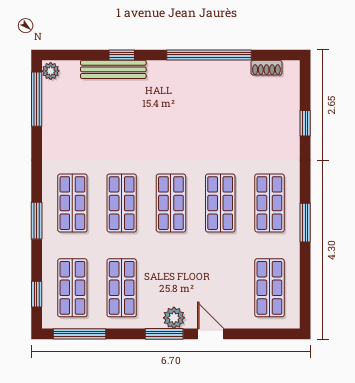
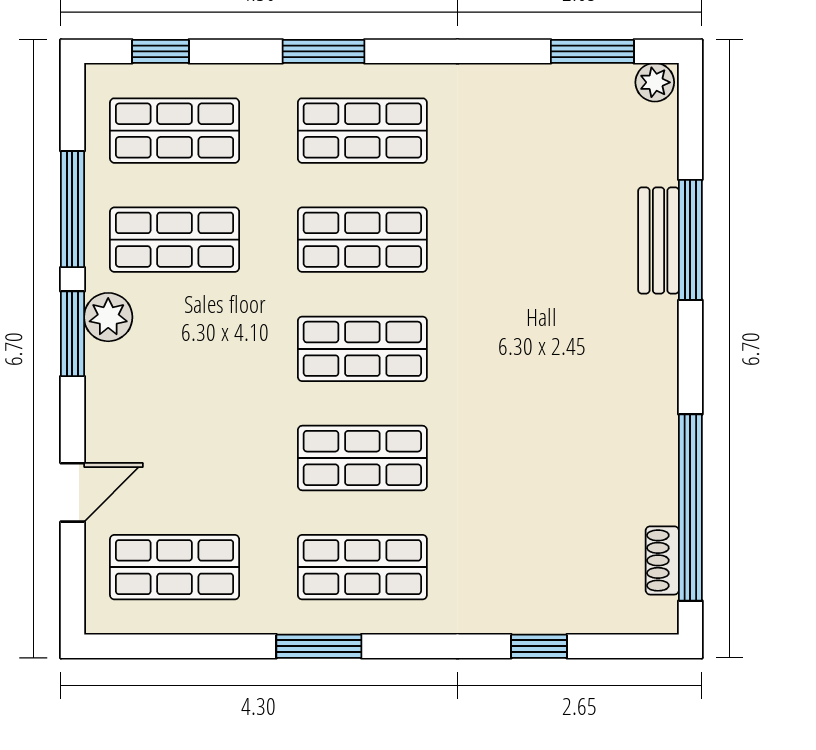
window: (122, 55) -> (690, 240), width x2.17
window: (209, 55) -> (690, 507), moved
bench: (113, 69) -> (659, 240), width x0.73
window: (37, 99) -> (592, 51), width x0.69
plant: (174, 318) -> (108, 317), moved
window: (79, 334) -> (72, 209), moved
door: (211, 334) -> (72, 492), moved

